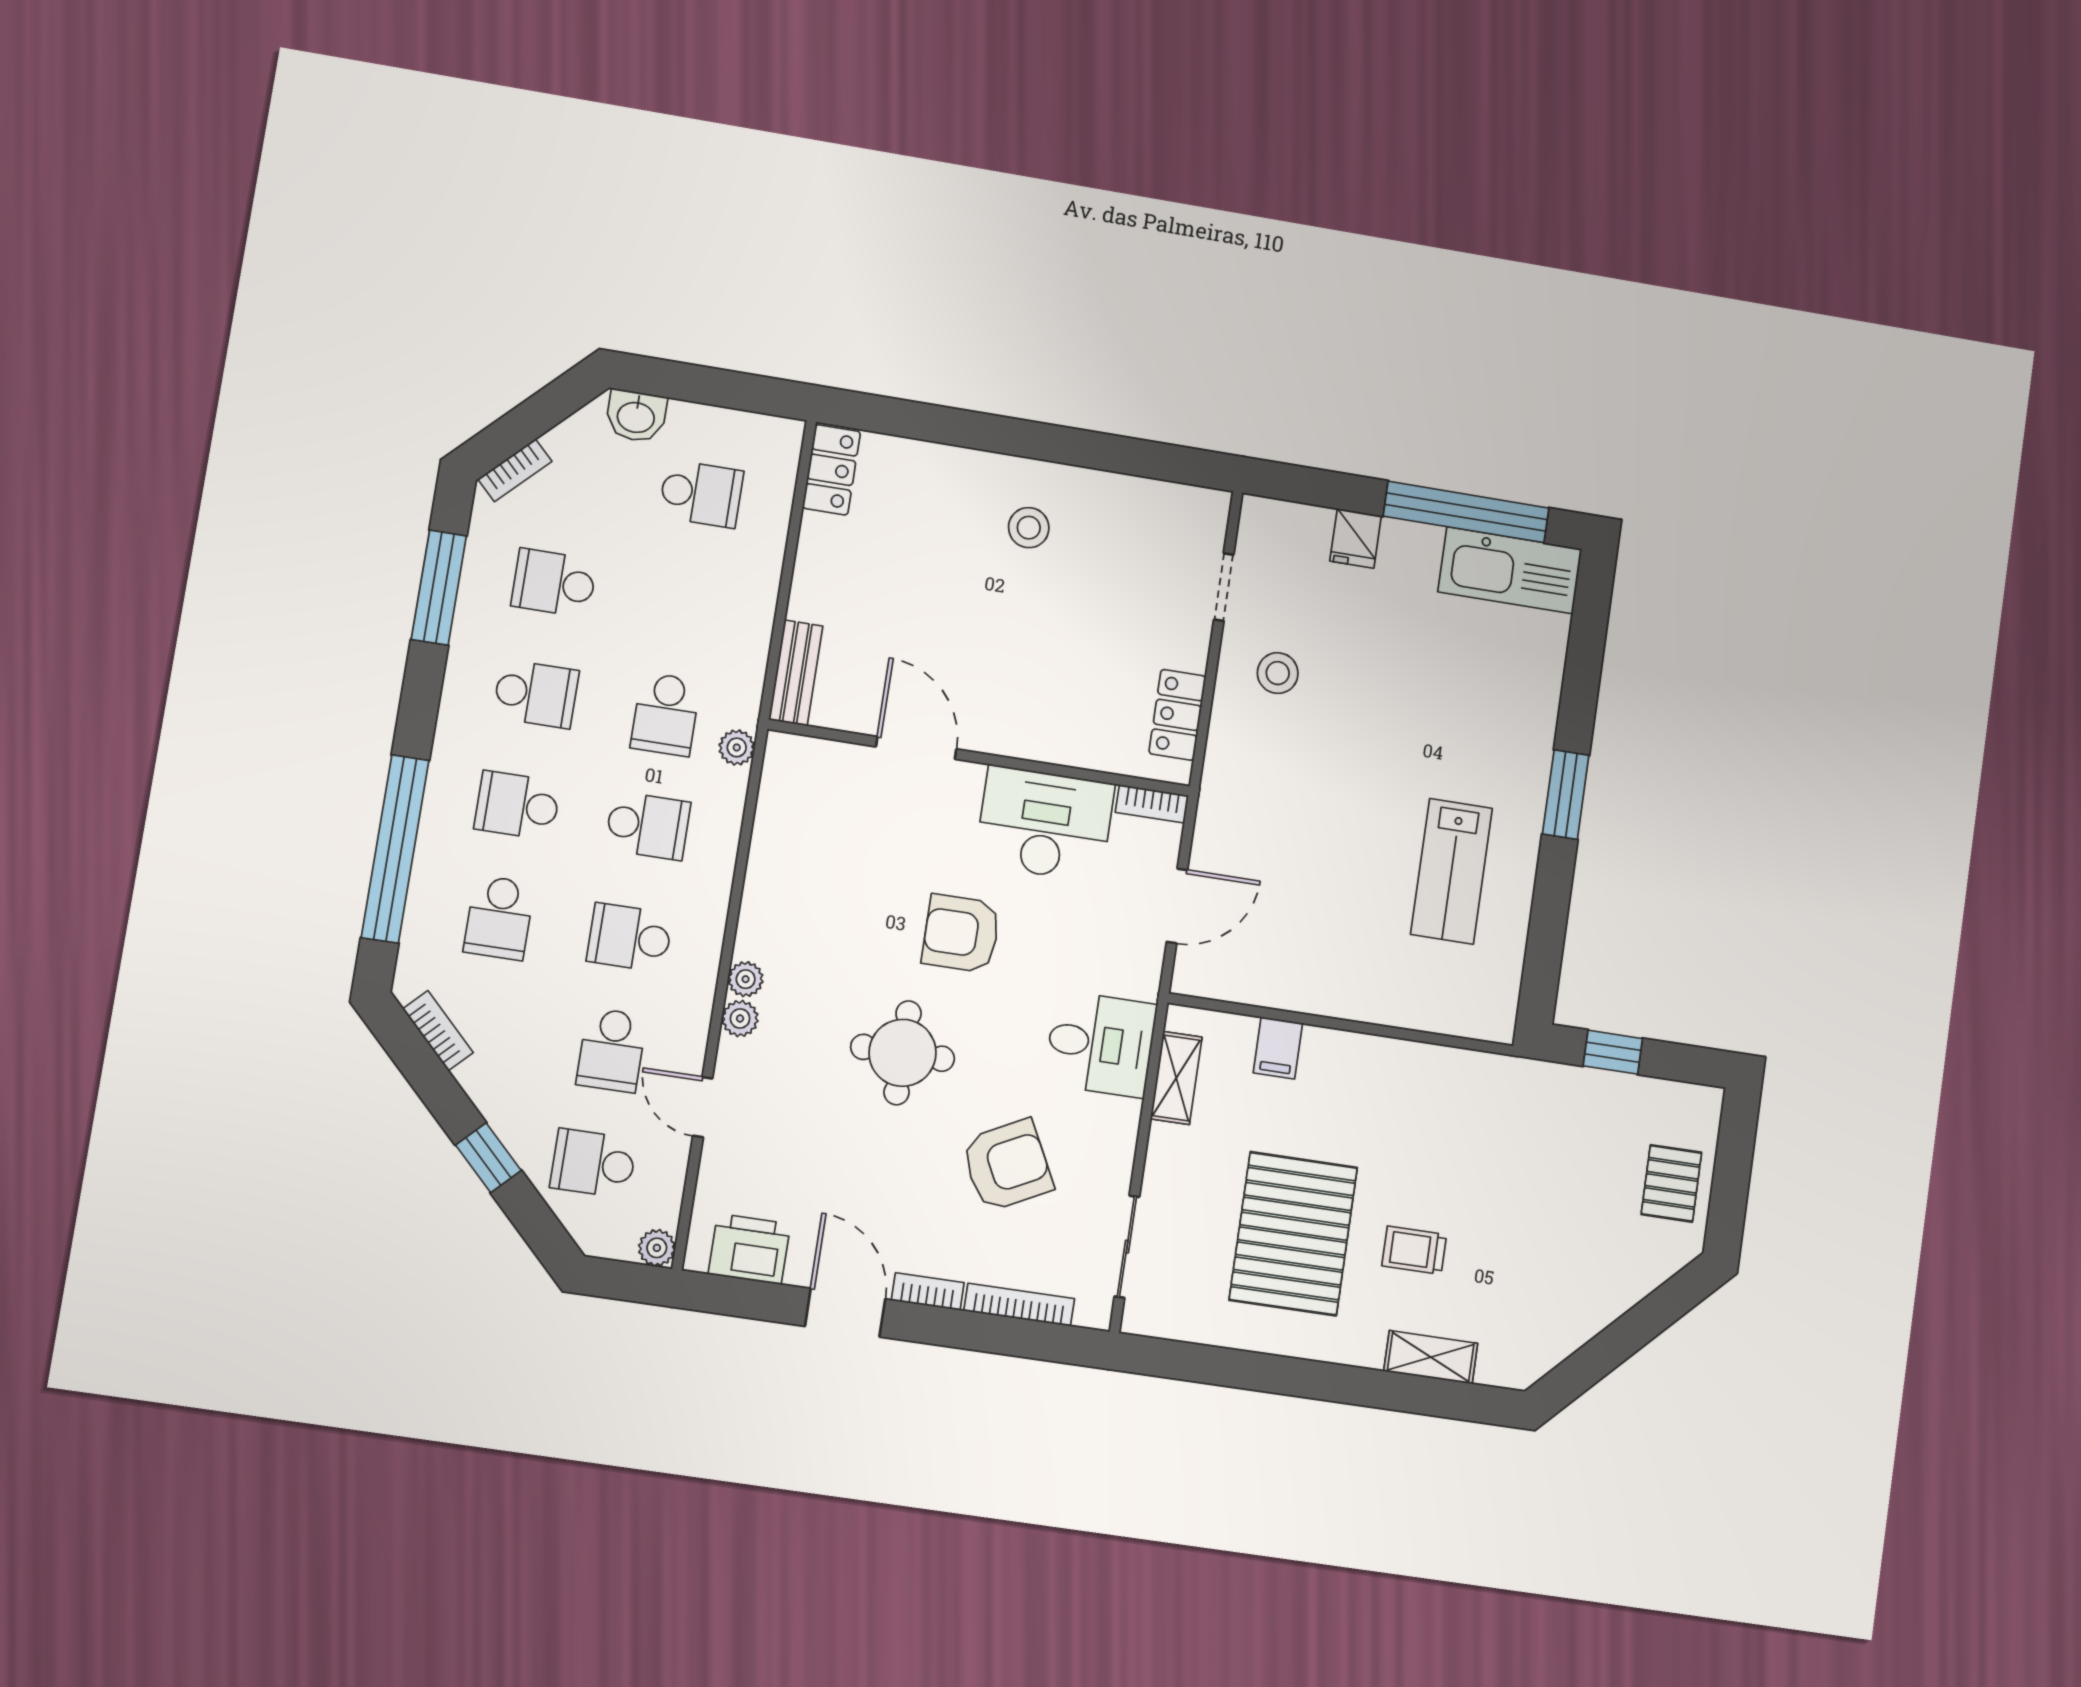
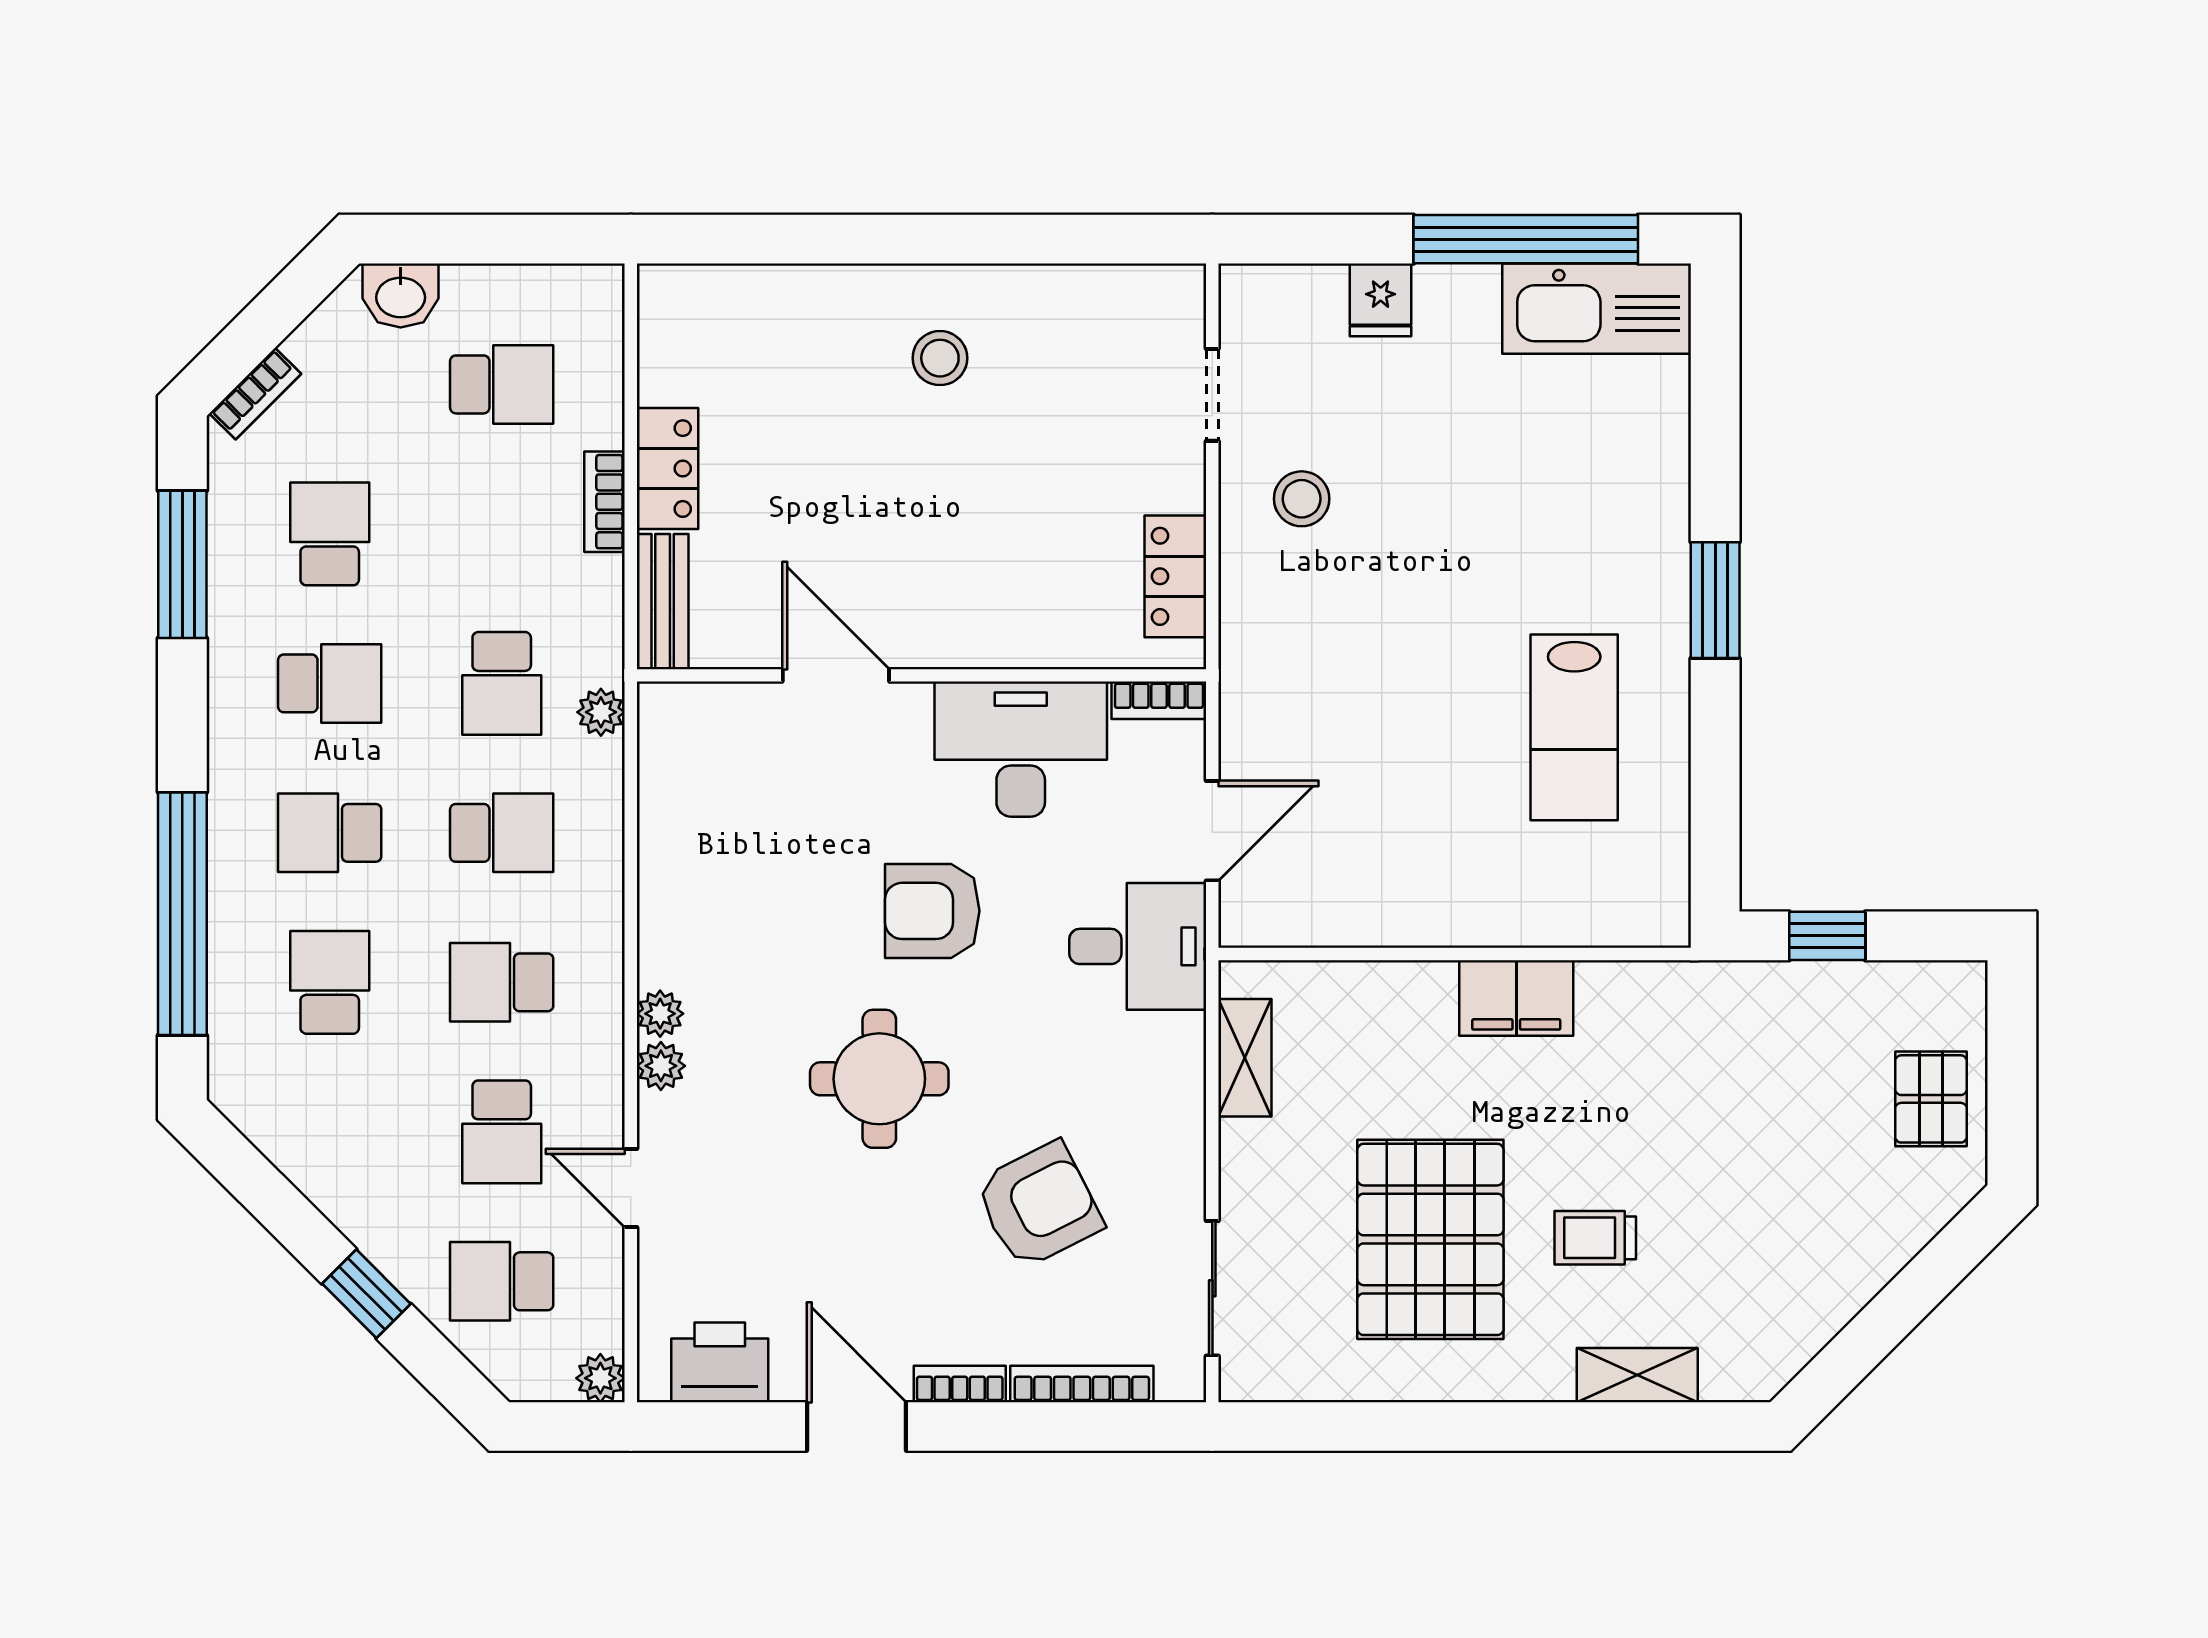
locker: (831, 470) -> (667, 469), moved
school desk: (554, 583) -> (330, 534), turned 90
school desk: (499, 918) -> (330, 982), turned 180
bookcase: (438, 1031) -> (605, 502), moved, turned -135
desk: (1100, 1044) -> (1138, 946), moved
filing cabinet: (1278, 1048) -> (1516, 998), moved, width x2.00

